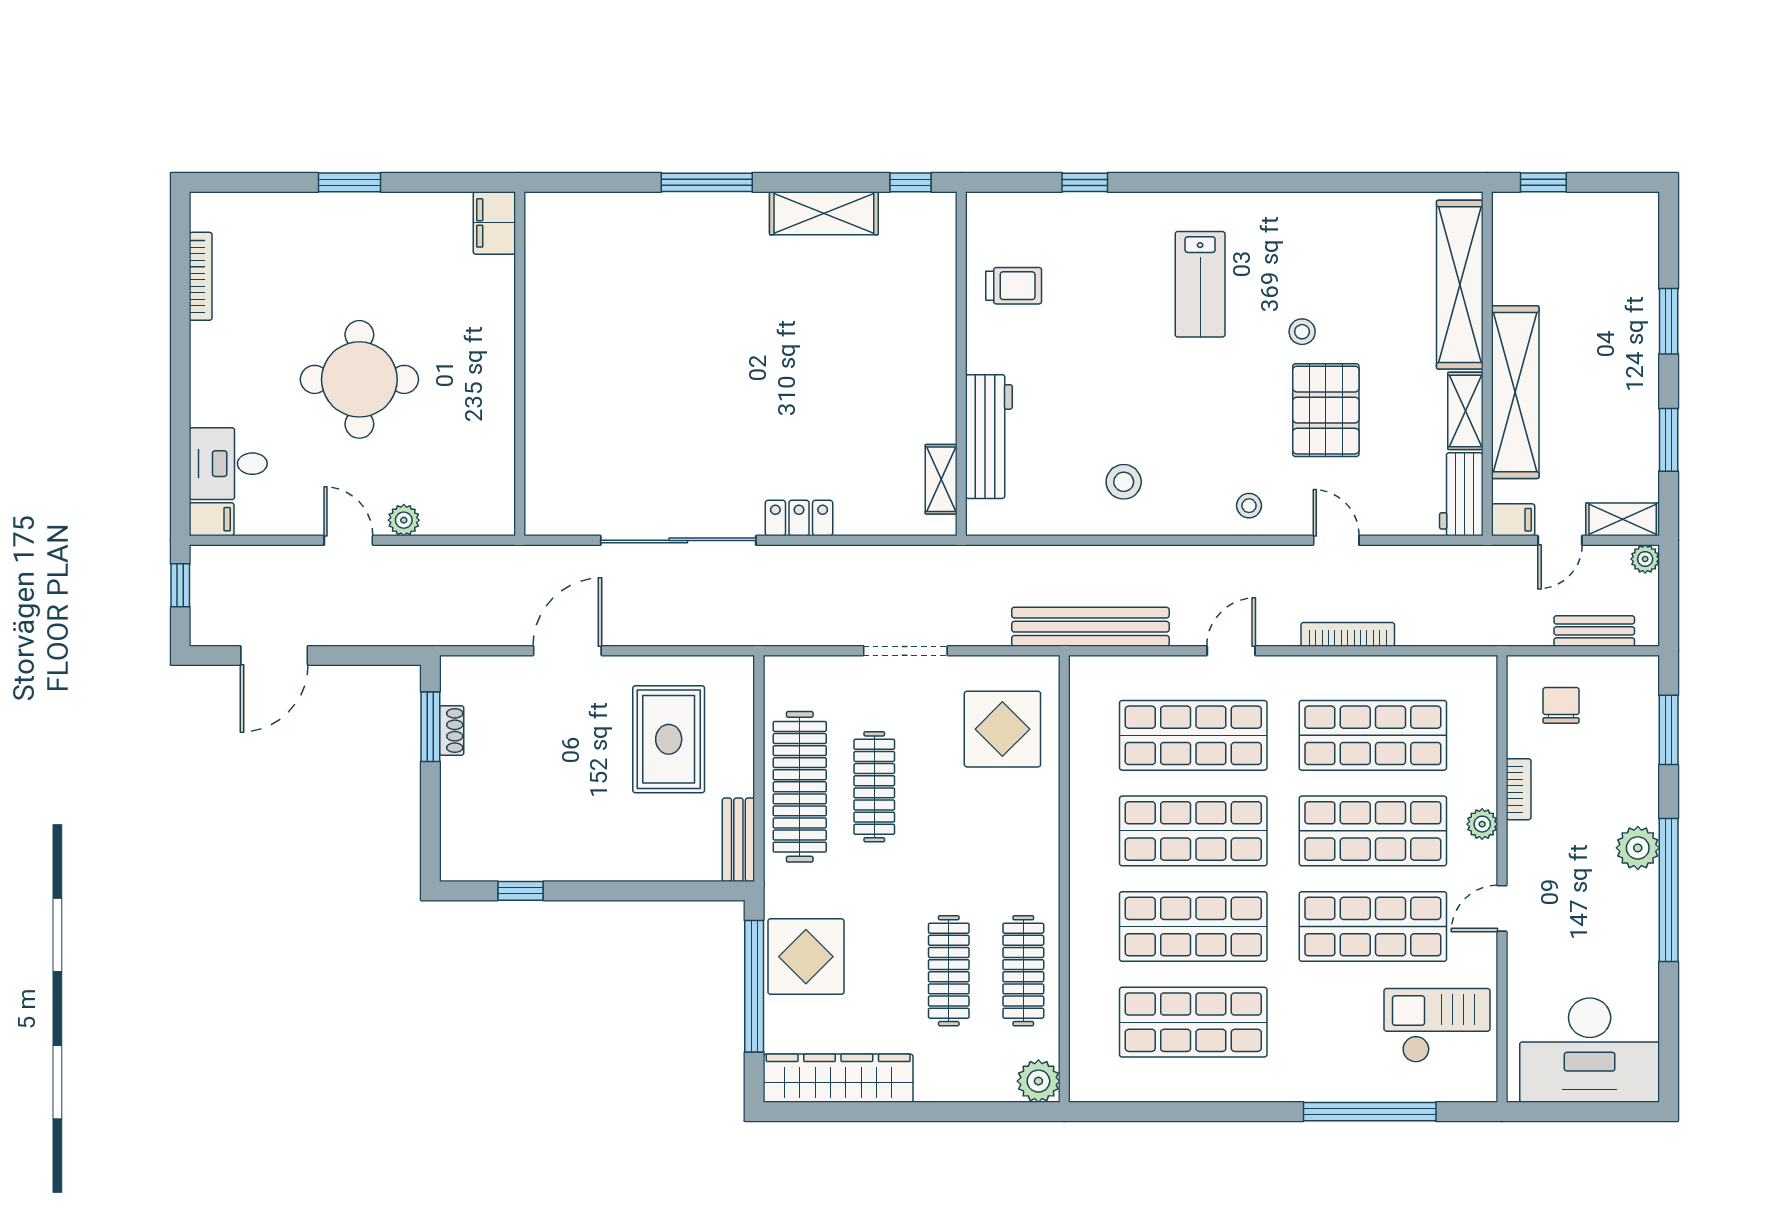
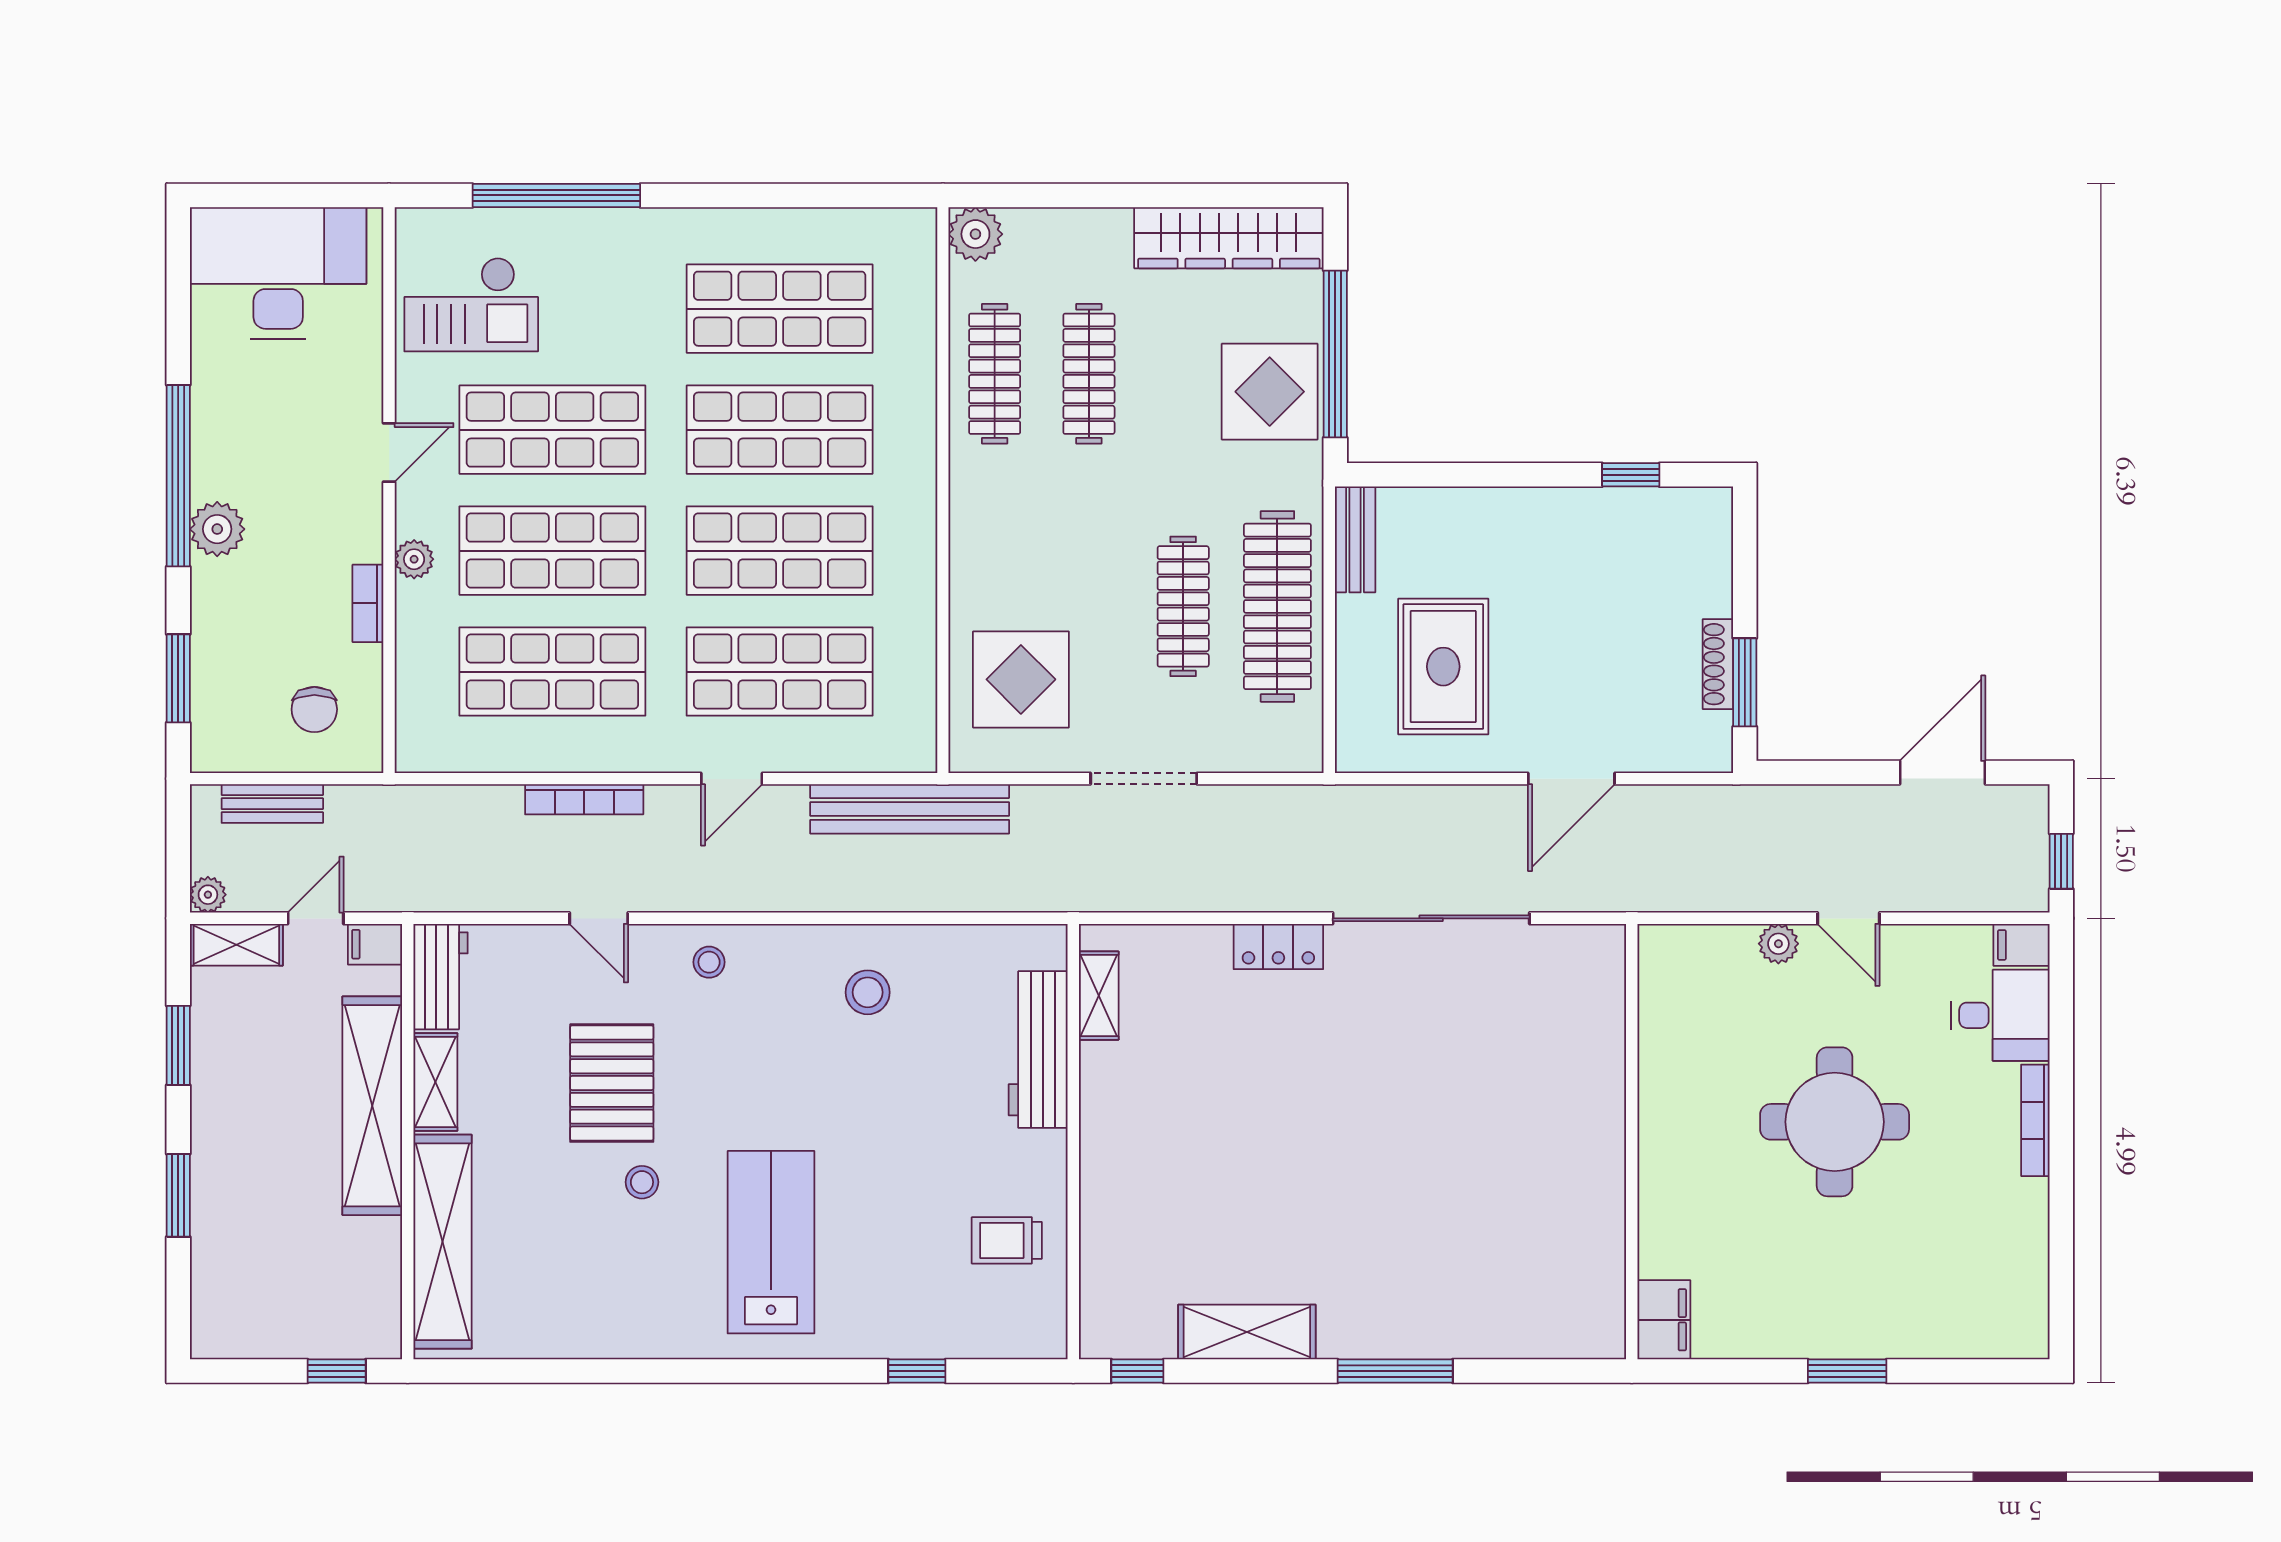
bookcase: (201, 276) -> (2035, 1120), moved
lab bench: (1200, 284) -> (771, 1242), width x1.36, depth x1.39
shoe rack: (452, 731) -> (1718, 664), width x1.43

